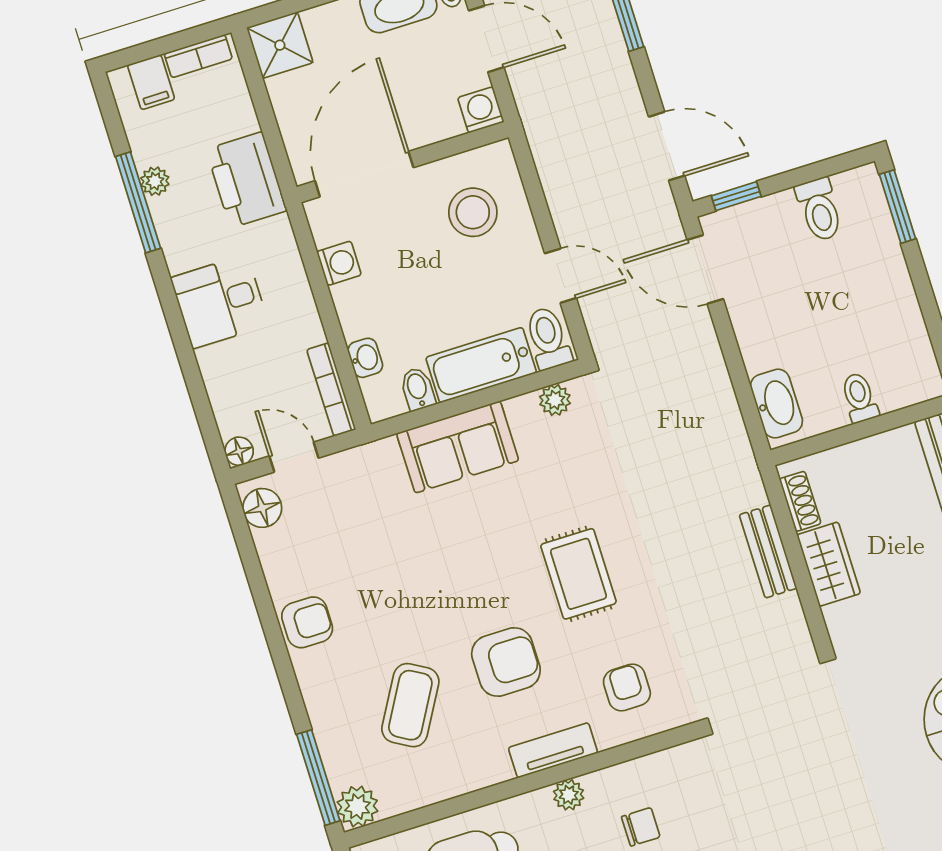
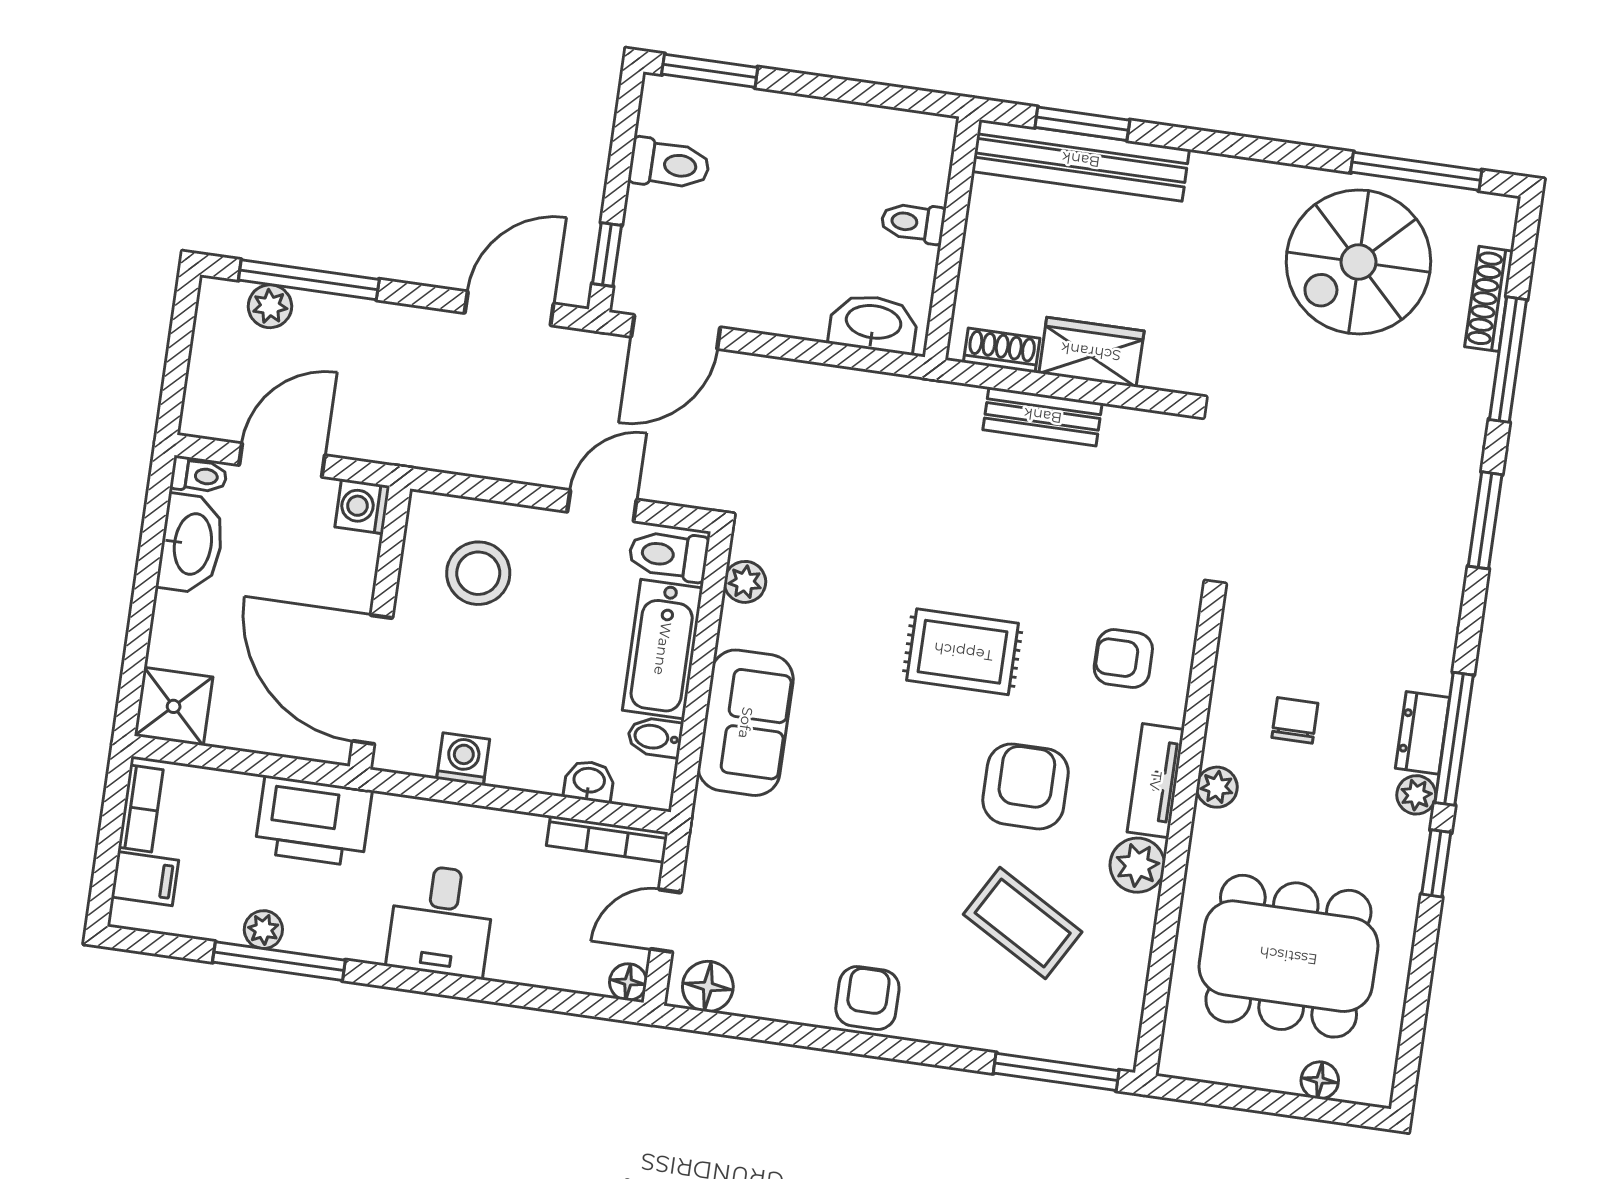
plant: (357, 807) -> (1137, 865), moved

